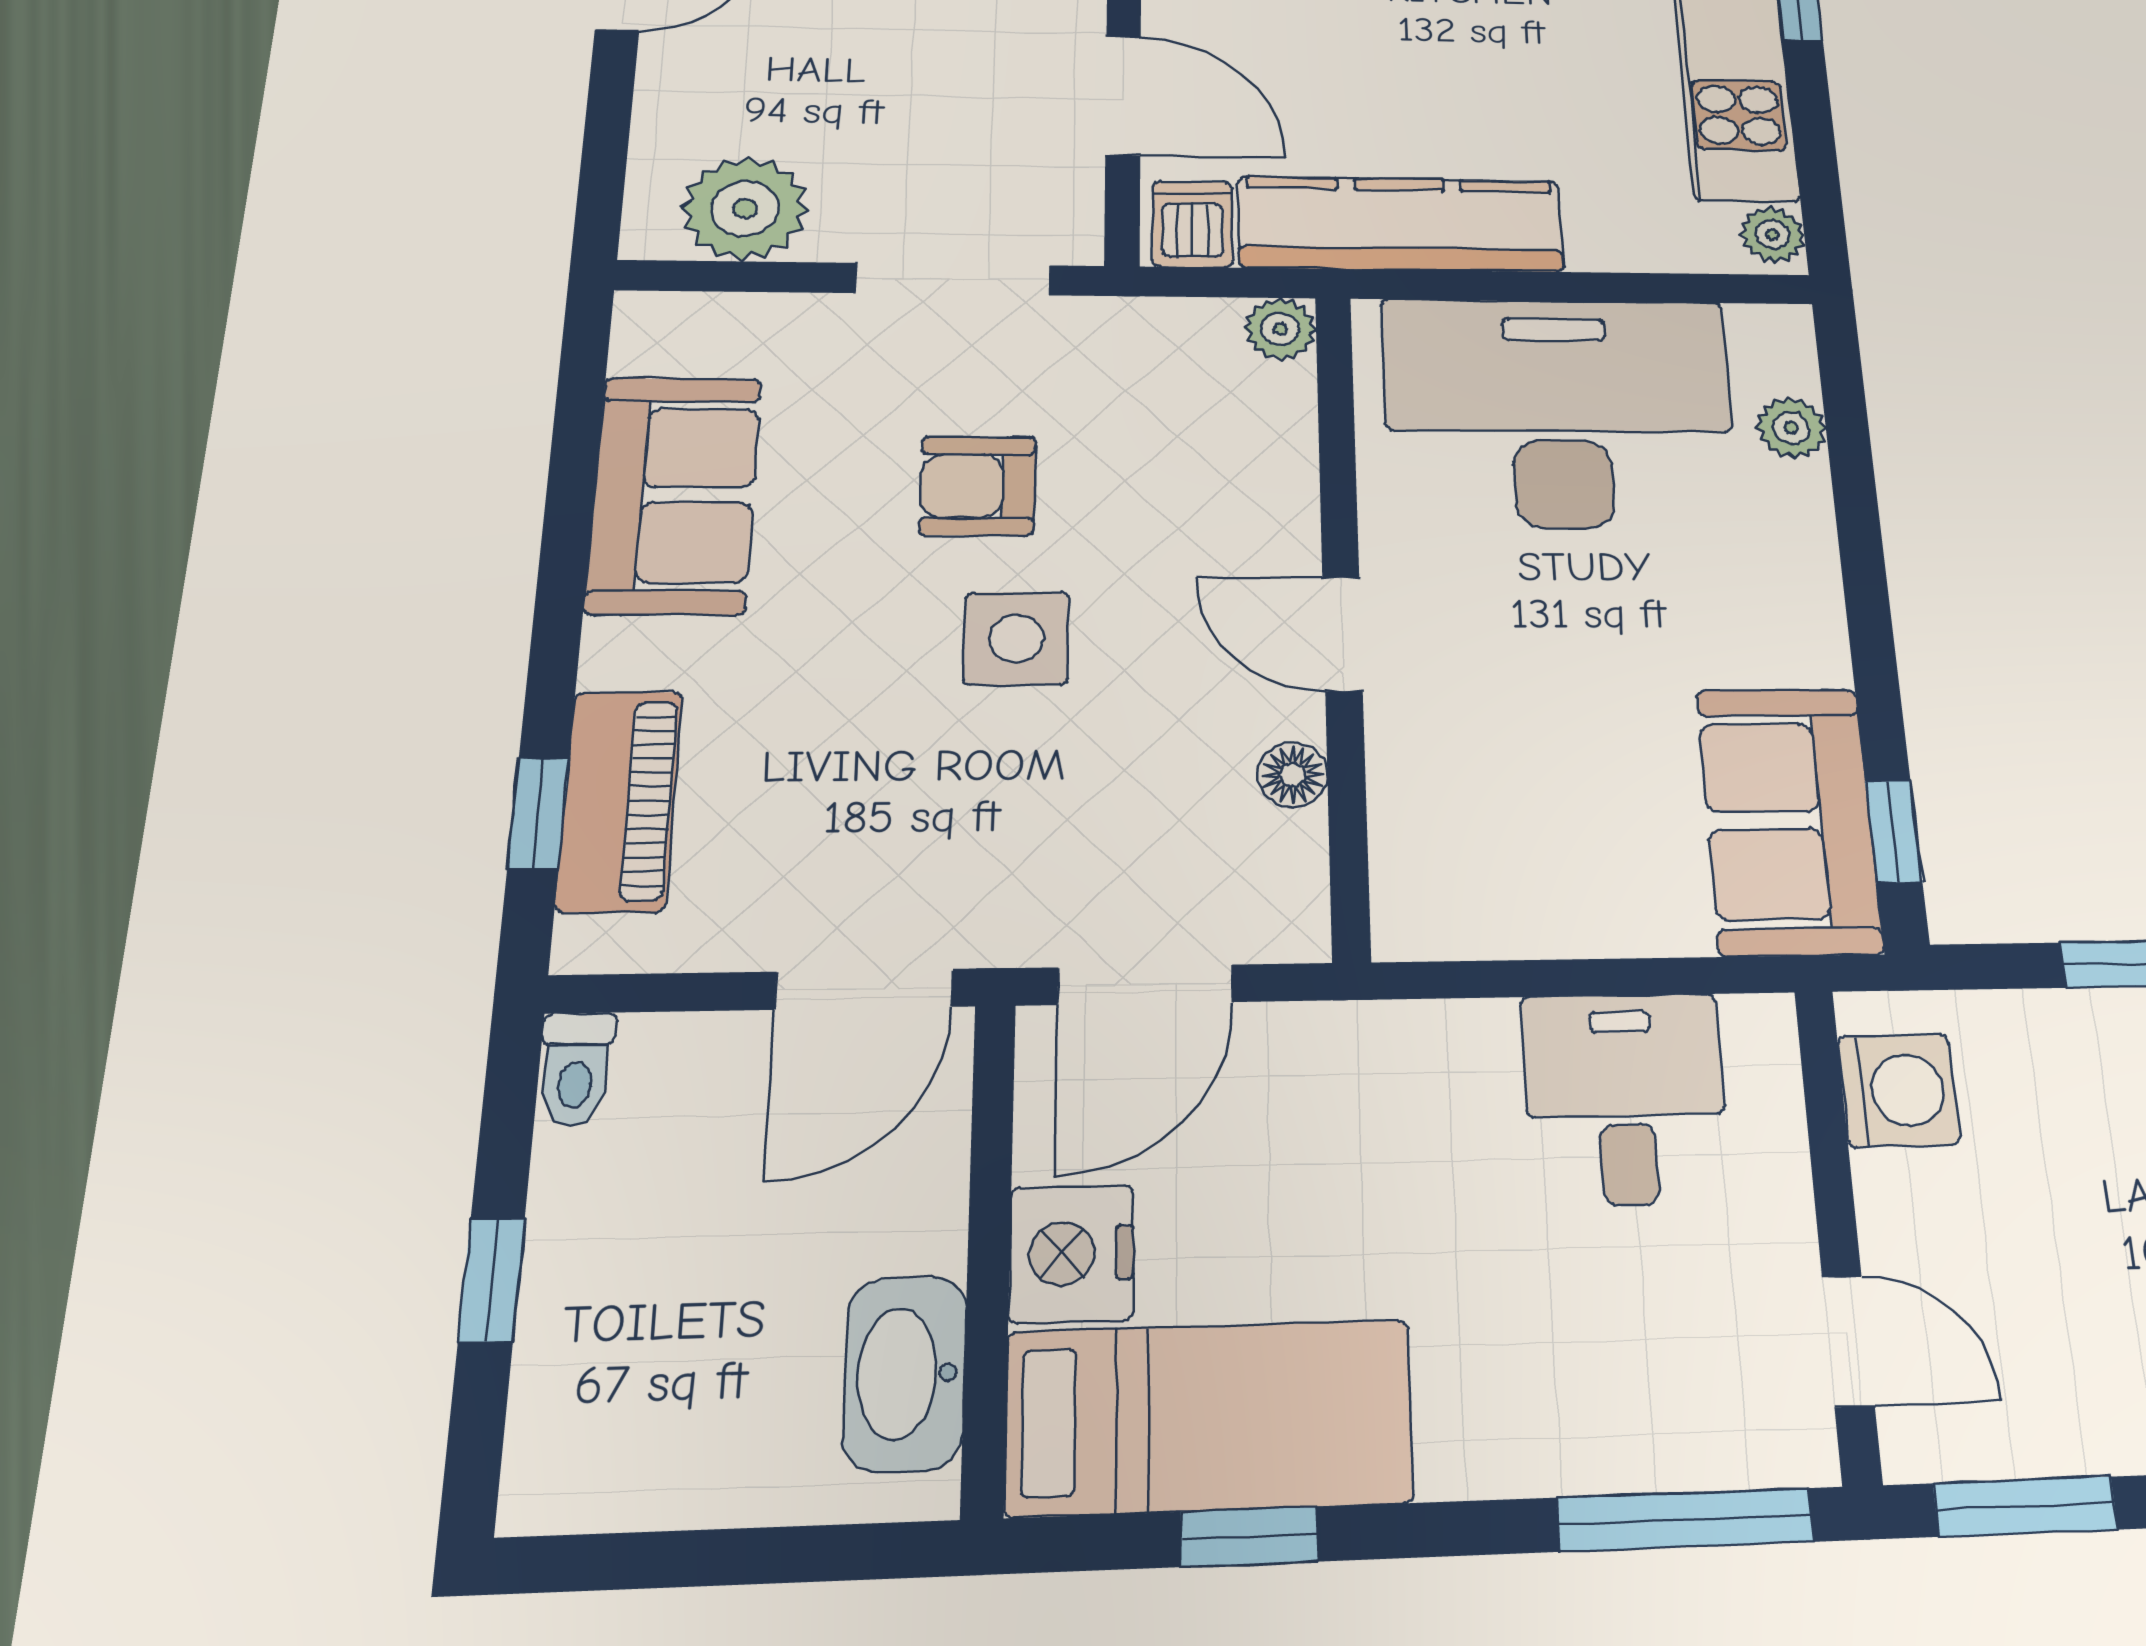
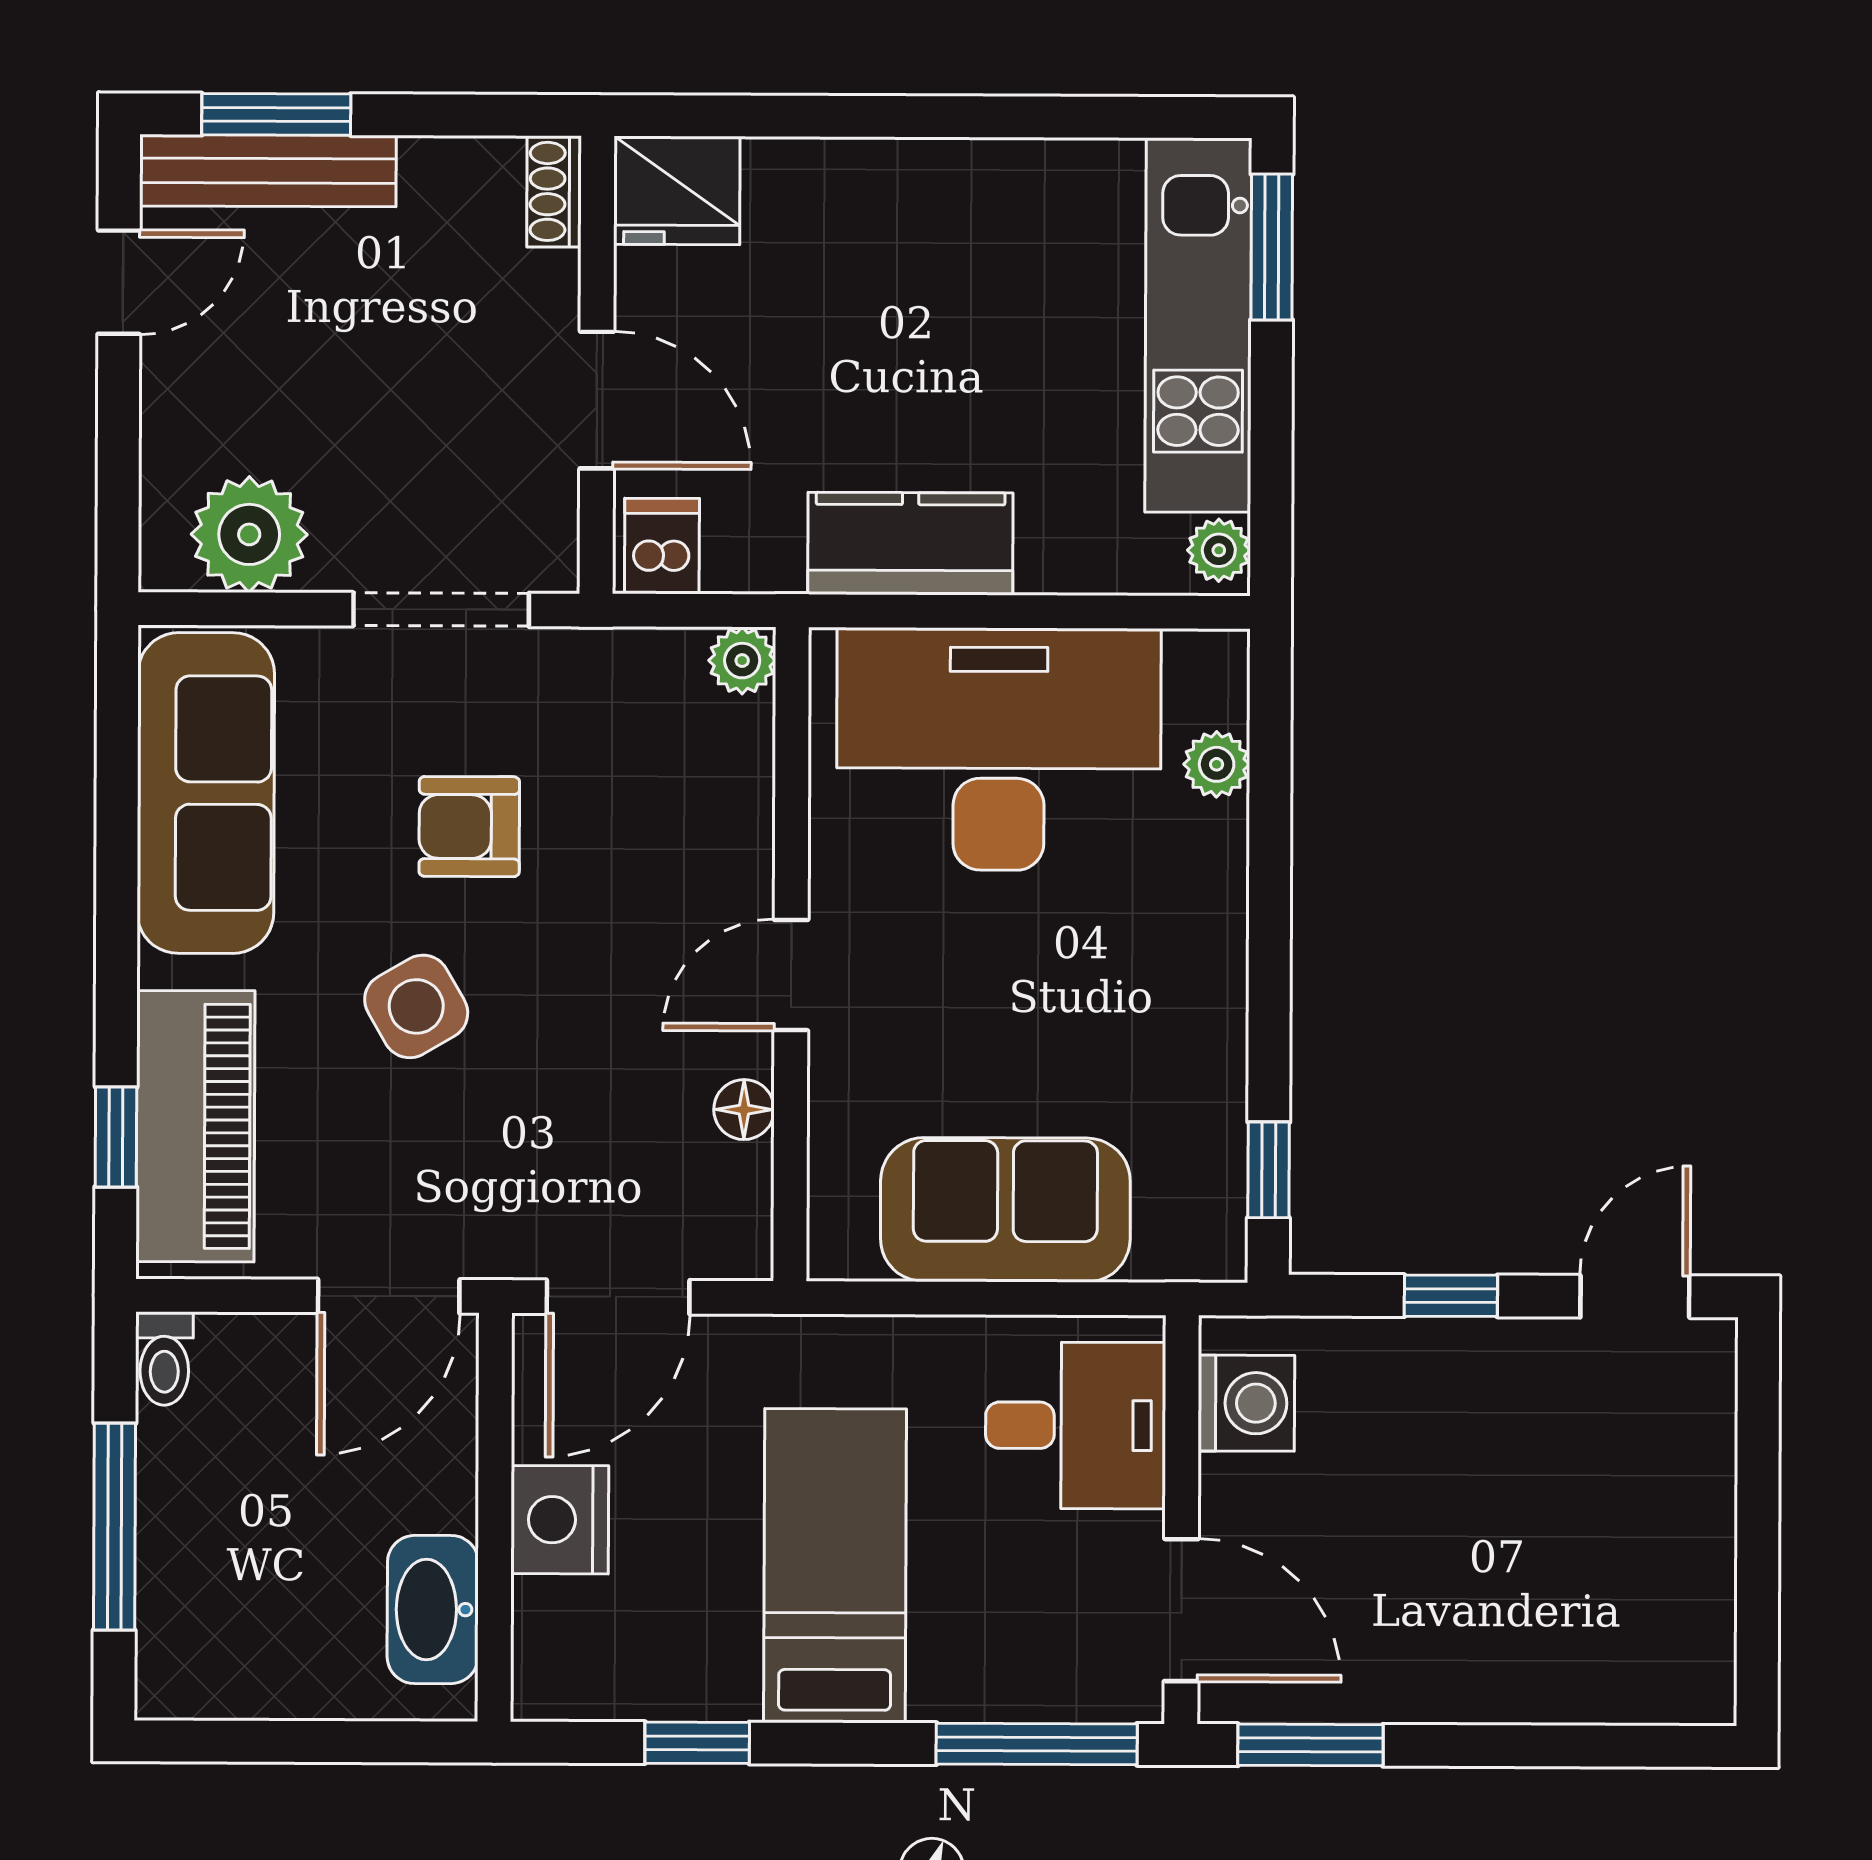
kitchen counter: (1401, 224) -> (910, 544), width x0.67
sofa: (674, 495) -> (206, 793), width x1.36
door: (1342, 634) -> (791, 975), hinge flipped
side table: (1016, 639) -> (416, 1006), moved, turned -30
piano: (620, 800) -> (195, 1126), width x1.37, depth x1.33
sofa: (1789, 820) -> (1005, 1210), moved, turned 90
desk: (1625, 1099) -> (1076, 1425), moved, turned 90
window: (492, 1280) -> (115, 1527), width x2.17
door: (1848, 1341) -> (1181, 1610), width x1.38
bed: (1210, 1417) -> (835, 1566), moved, turned -90

